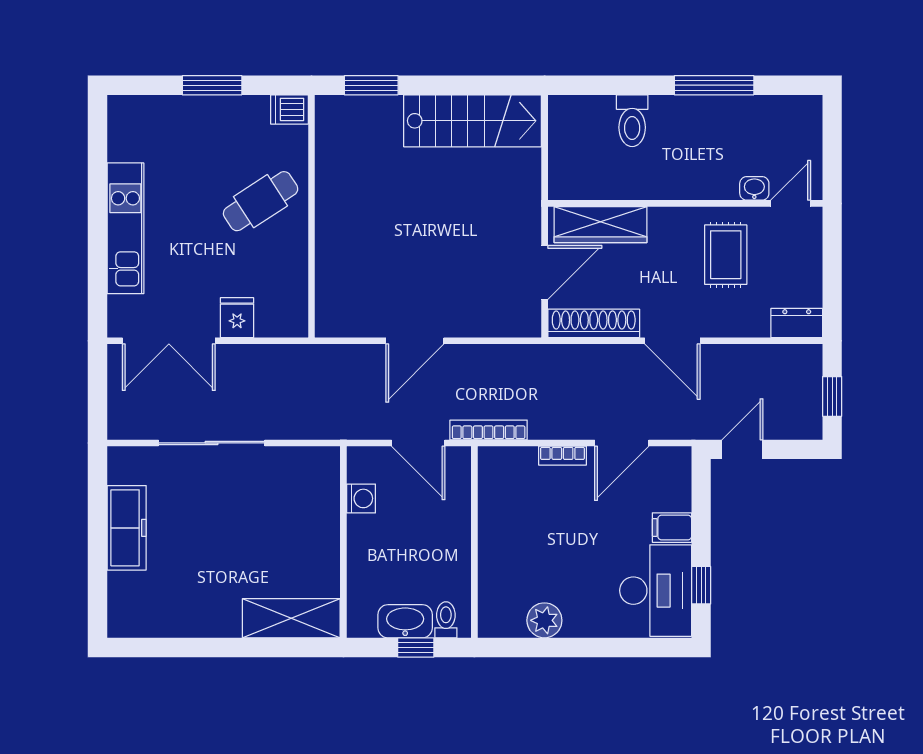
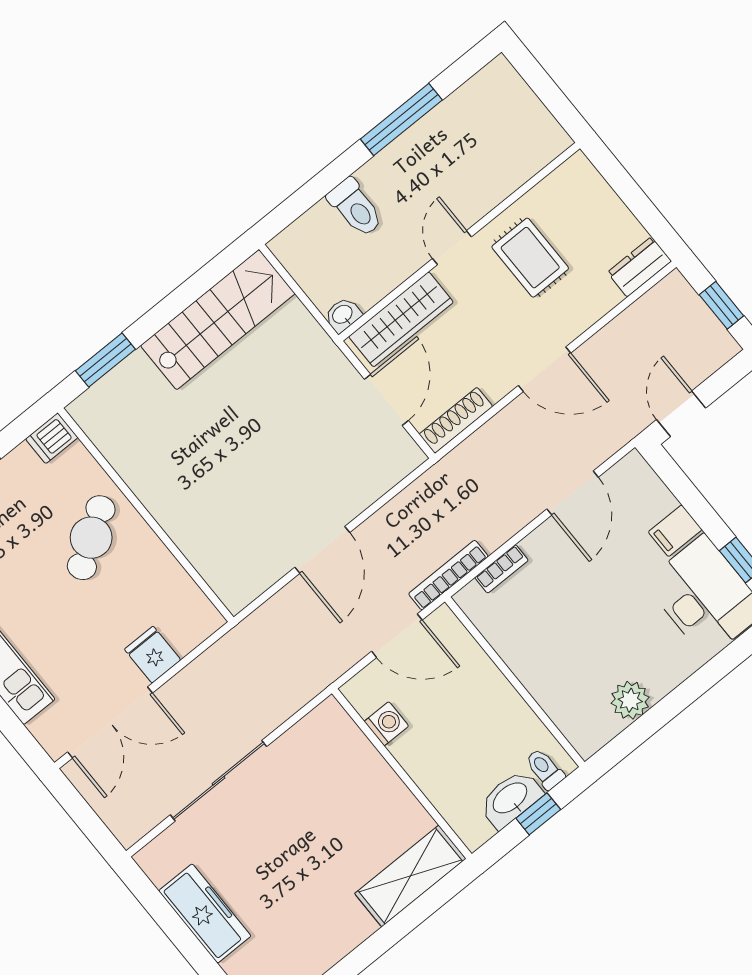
washbasin: (754, 188) -> (343, 315), moved
door: (791, 203) -> (452, 248), moved
shoe rack: (594, 323) -> (456, 420), width x0.74, depth x0.81
bookcase: (562, 456) -> (502, 569), moved

